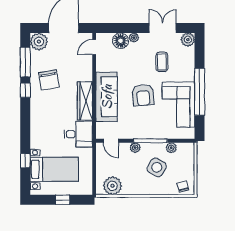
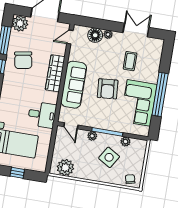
plant: (188, 40) -> (157, 45), removed
wardrobe: (85, 101) -> (55, 73), moved

